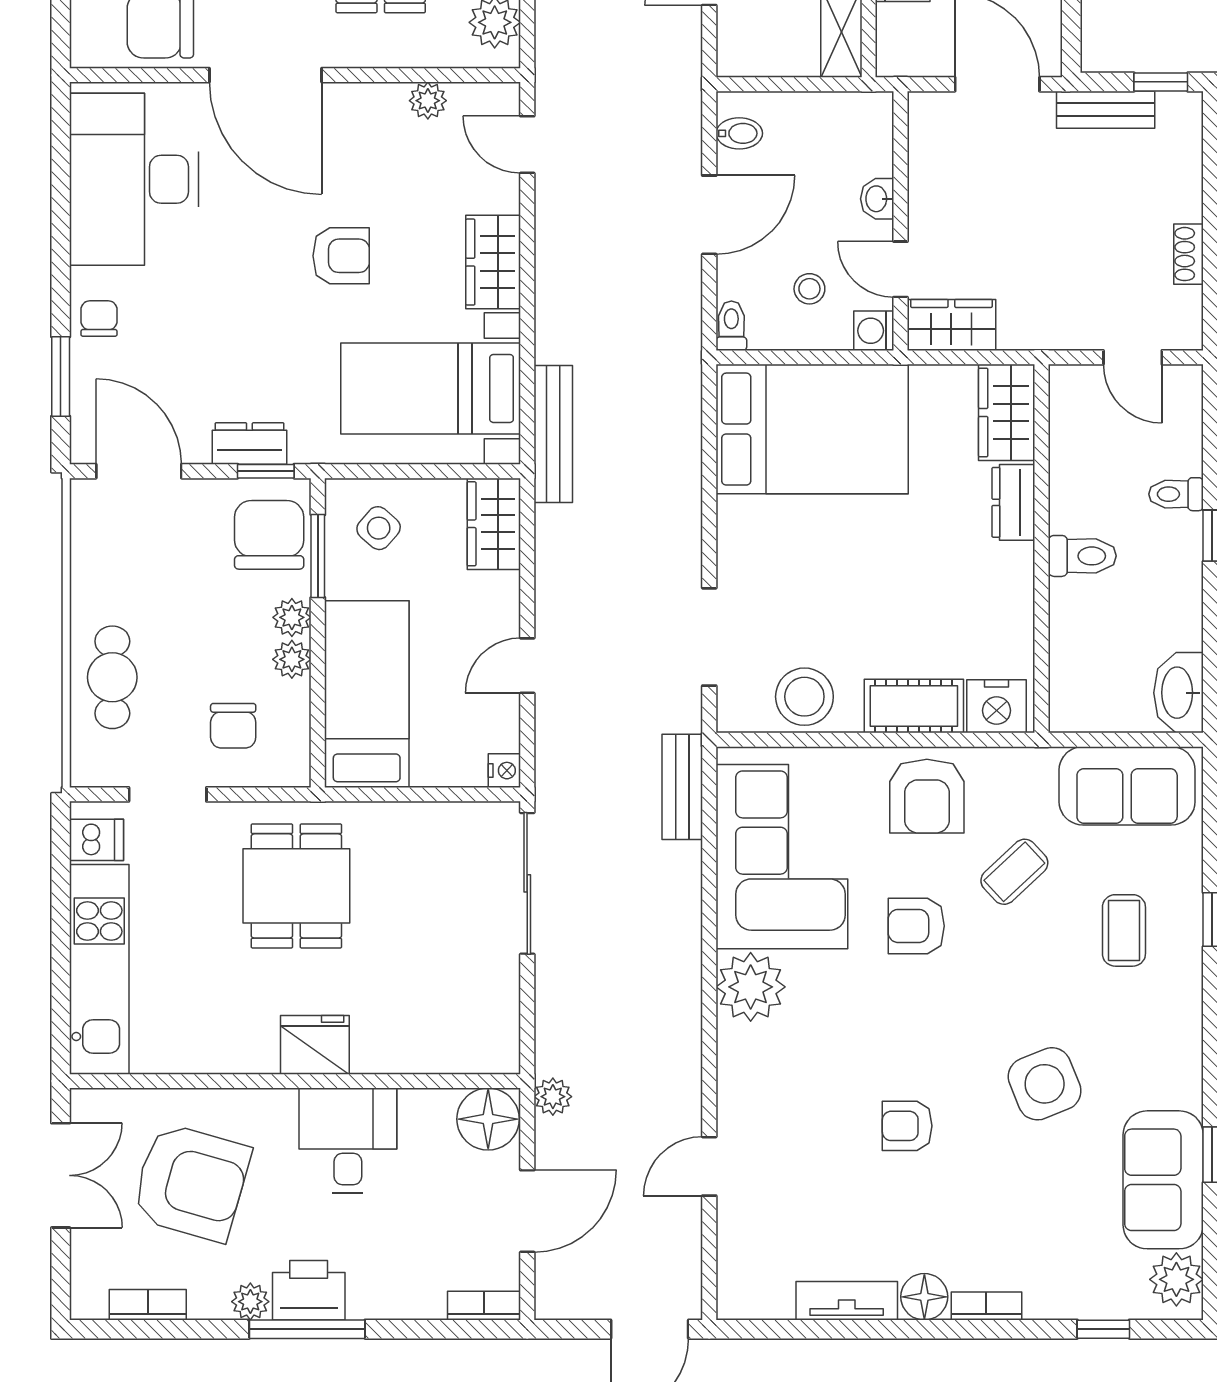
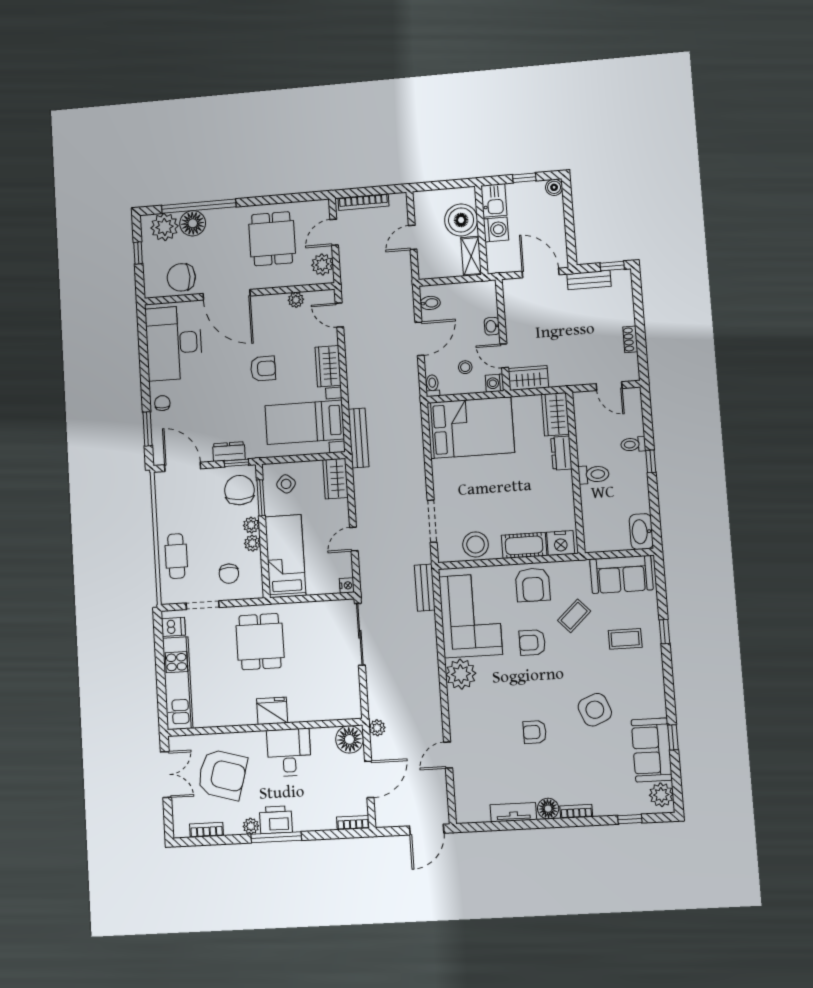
coffee table: (1124, 930) -> (625, 639), turned 90

